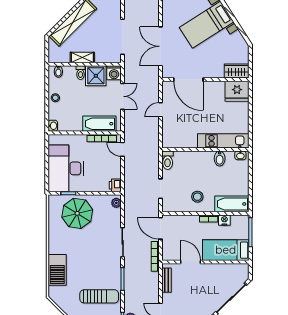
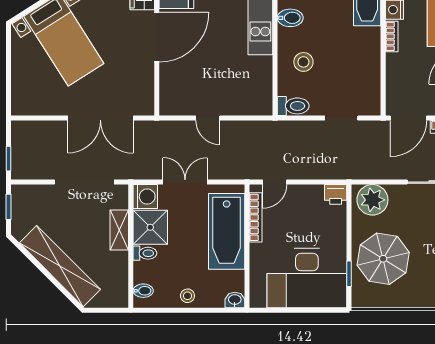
shelving: (82, 57) -> (119, 230), moved
door: (188, 80) -> (157, 37), moved
bathtub: (99, 124) -> (227, 231), width x1.36, depth x1.36
stool: (197, 197) -> (303, 62), moved
plant: (116, 203) -> (372, 200), width x1.87, depth x1.87

